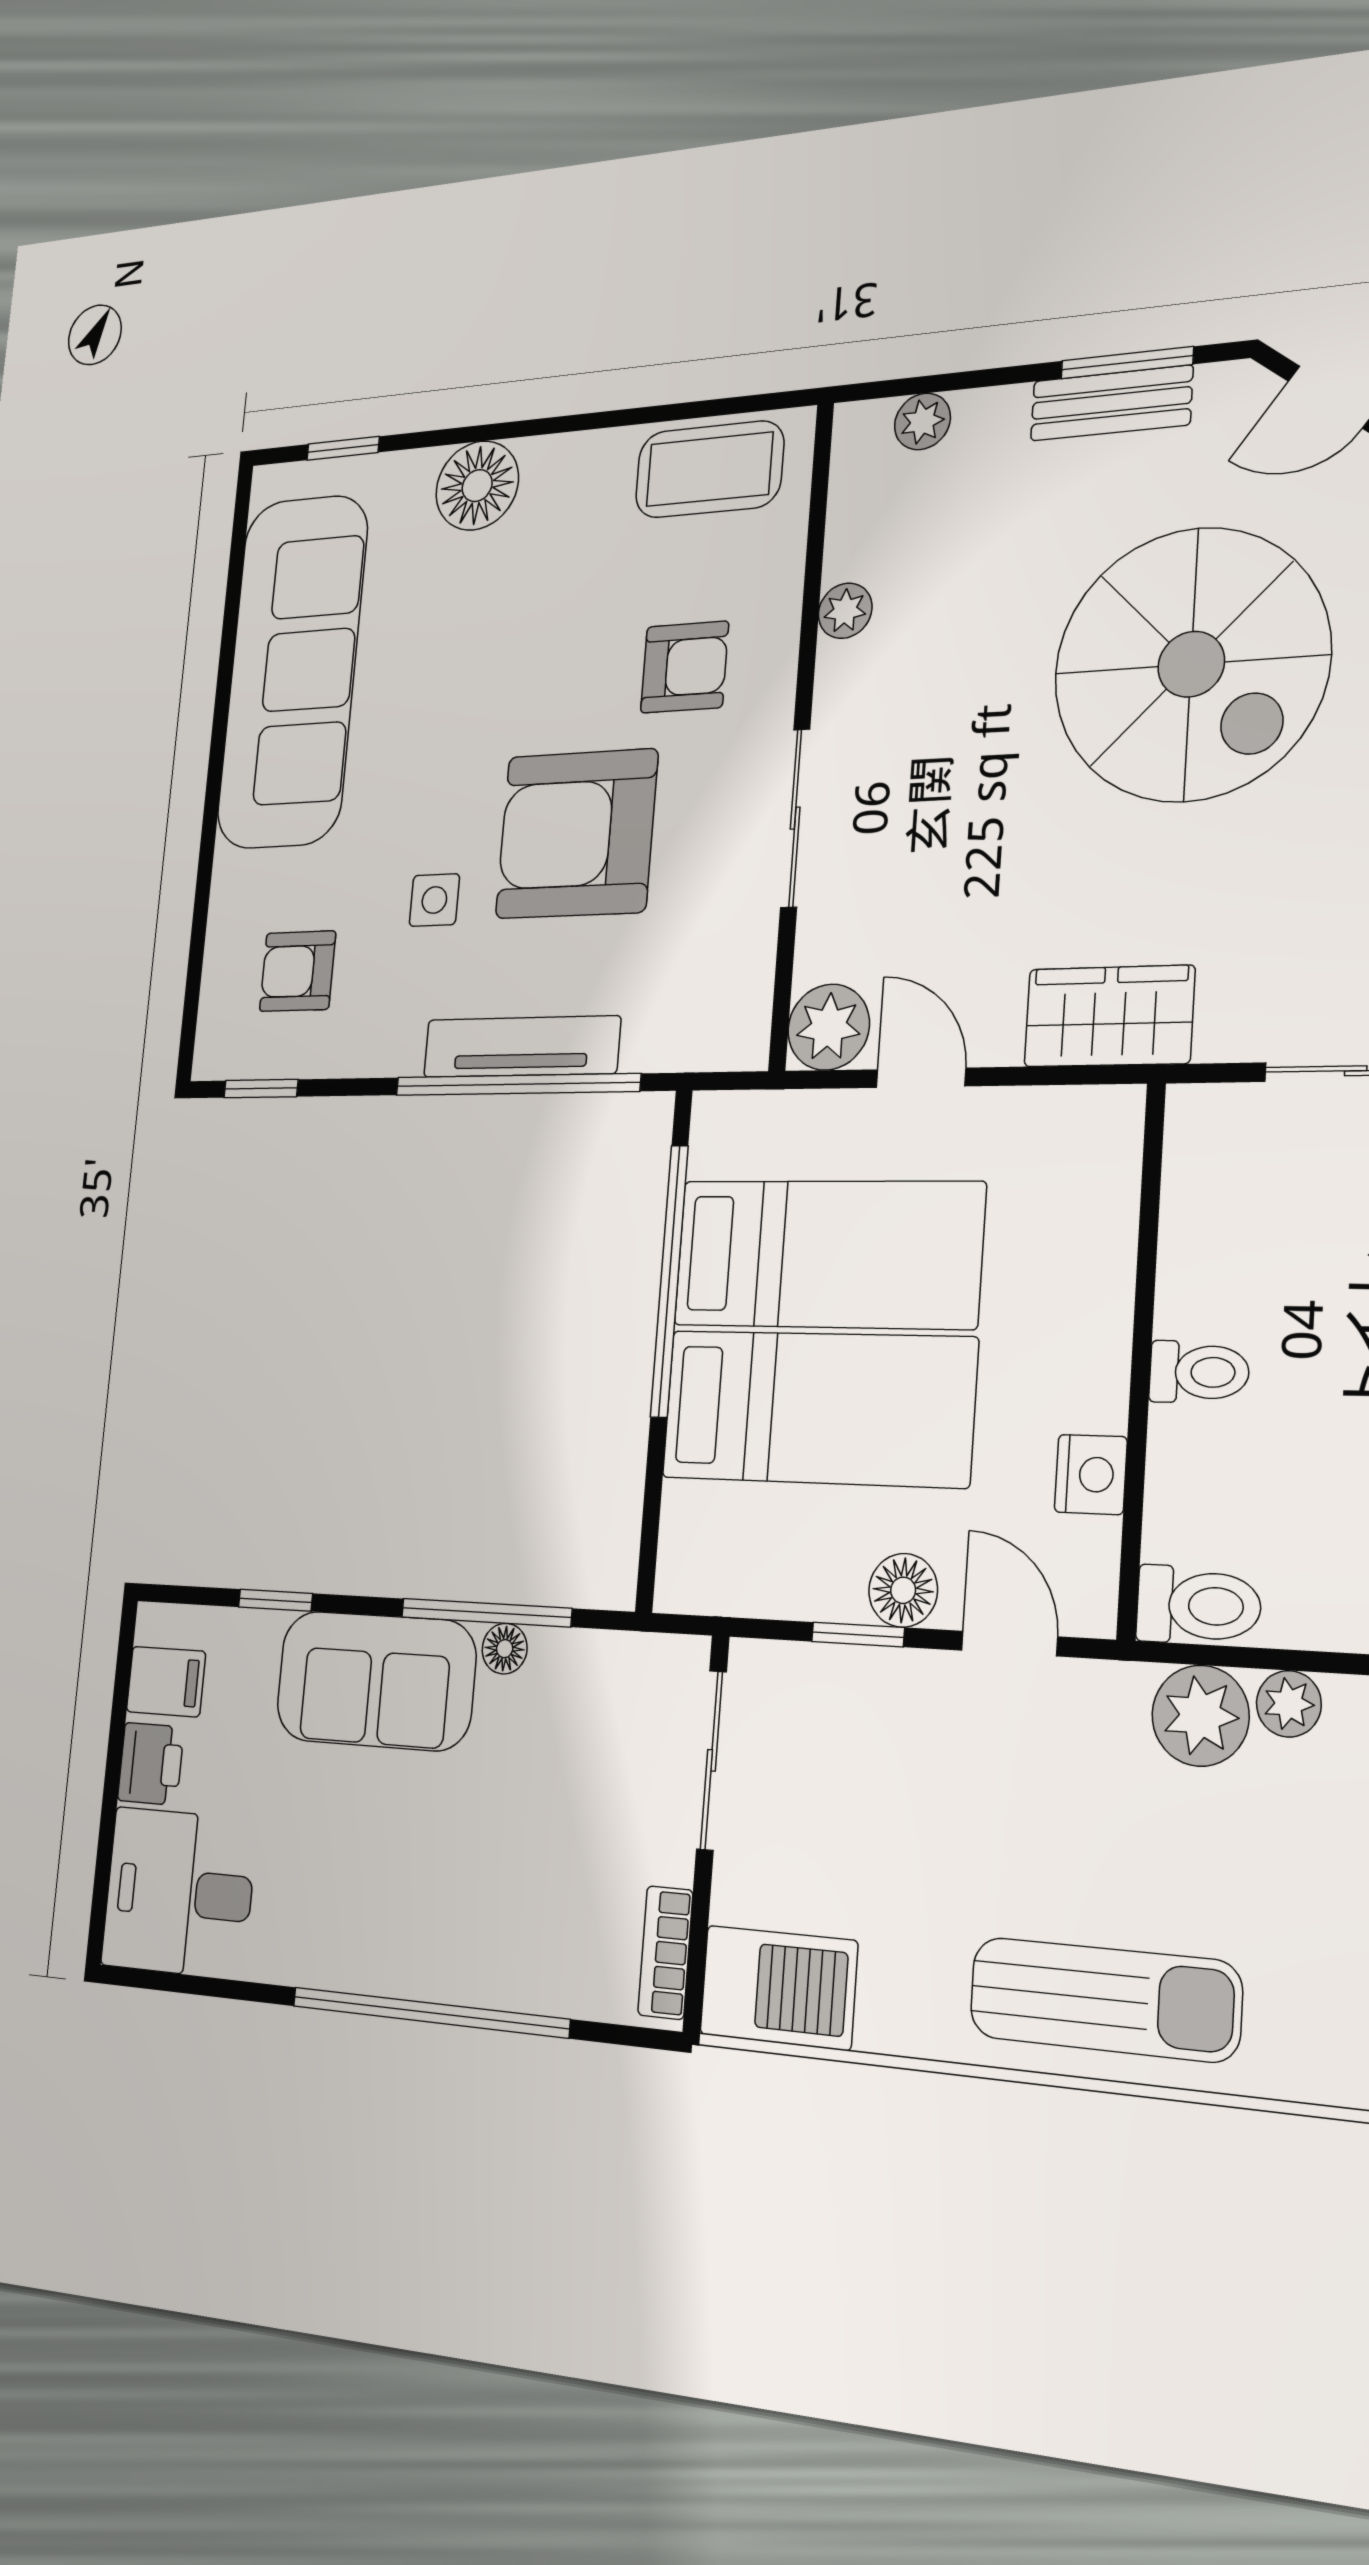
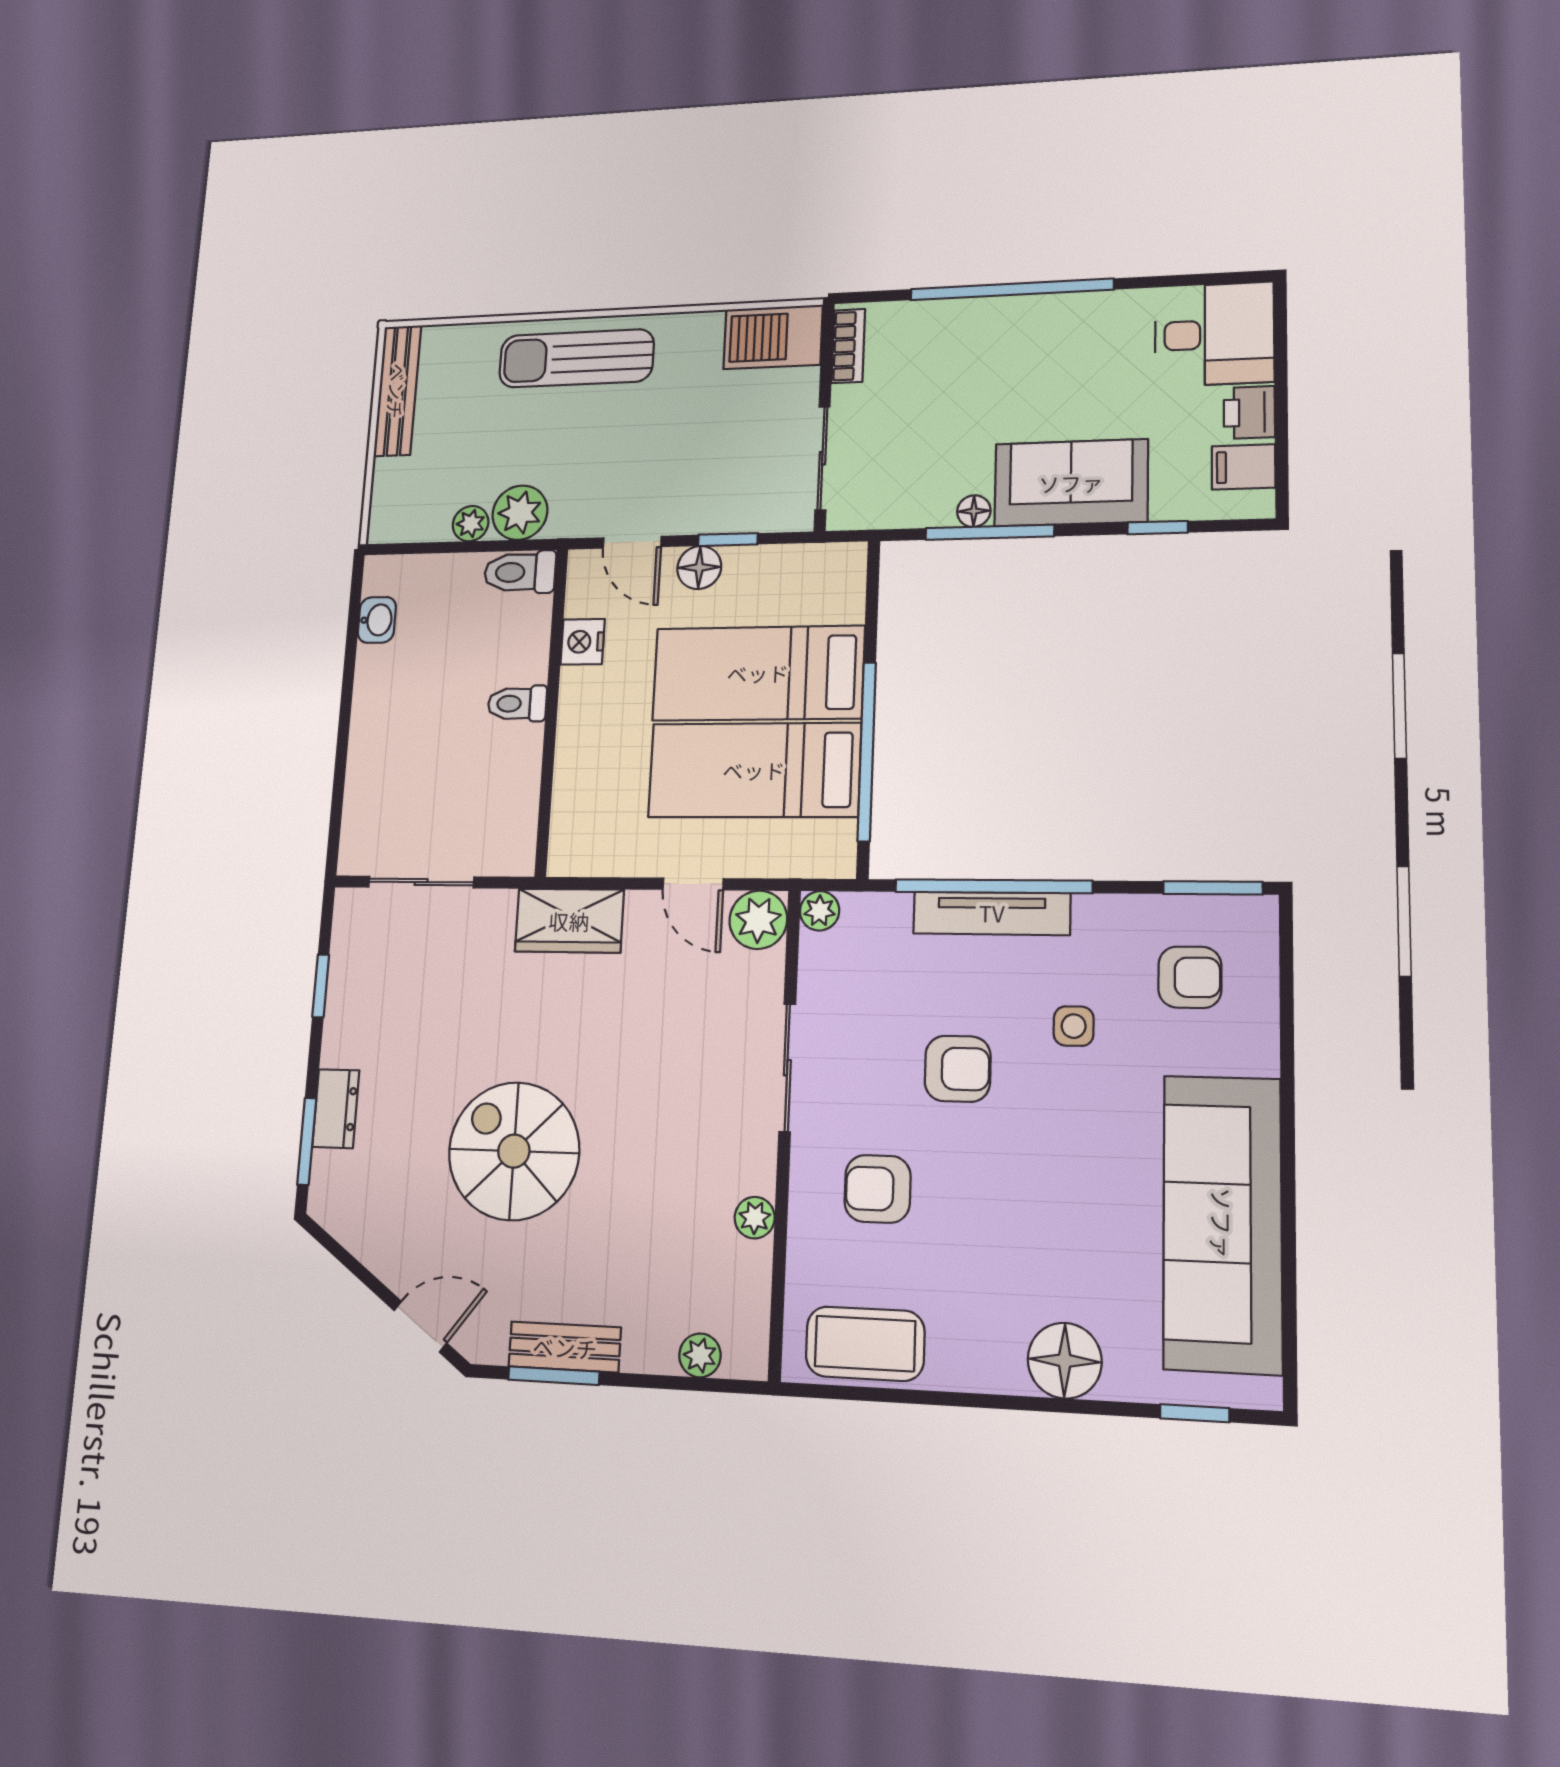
spiral stairs: (1191, 664) -> (514, 1151), width x0.73, depth x0.73
armchair: (577, 834) -> (958, 1069), width x0.53, depth x0.53
plant: (744, 1043) -> (820, 911), added
window: (261, 1089) -> (1213, 888), width x1.50

